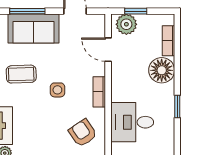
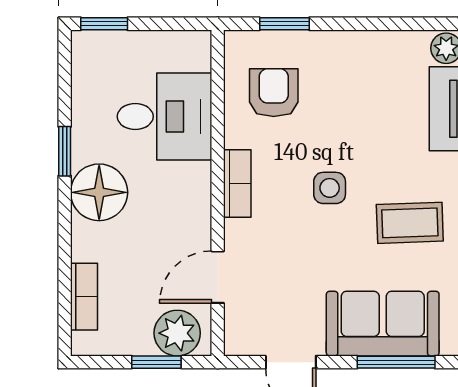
door: (108, 50) -> (218, 277), swing flipped
floor lamp: (162, 70) -> (99, 192), moved
armchair: (83, 133) -> (274, 93), turned -146

